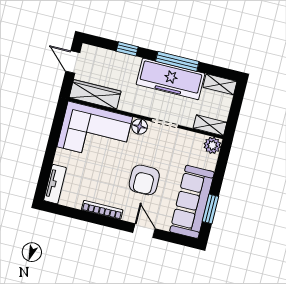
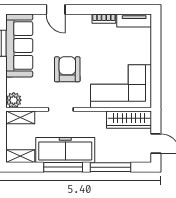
window: (127, 49) -> (110, 167), width x2.17
floor lamp: (140, 127) -> (82, 101), removed
armchair: (144, 180) -> (67, 69), moved
tv unit: (55, 184) -> (134, 20), moved, turned -90
bookcase: (102, 210) -> (104, 19), width x0.64

